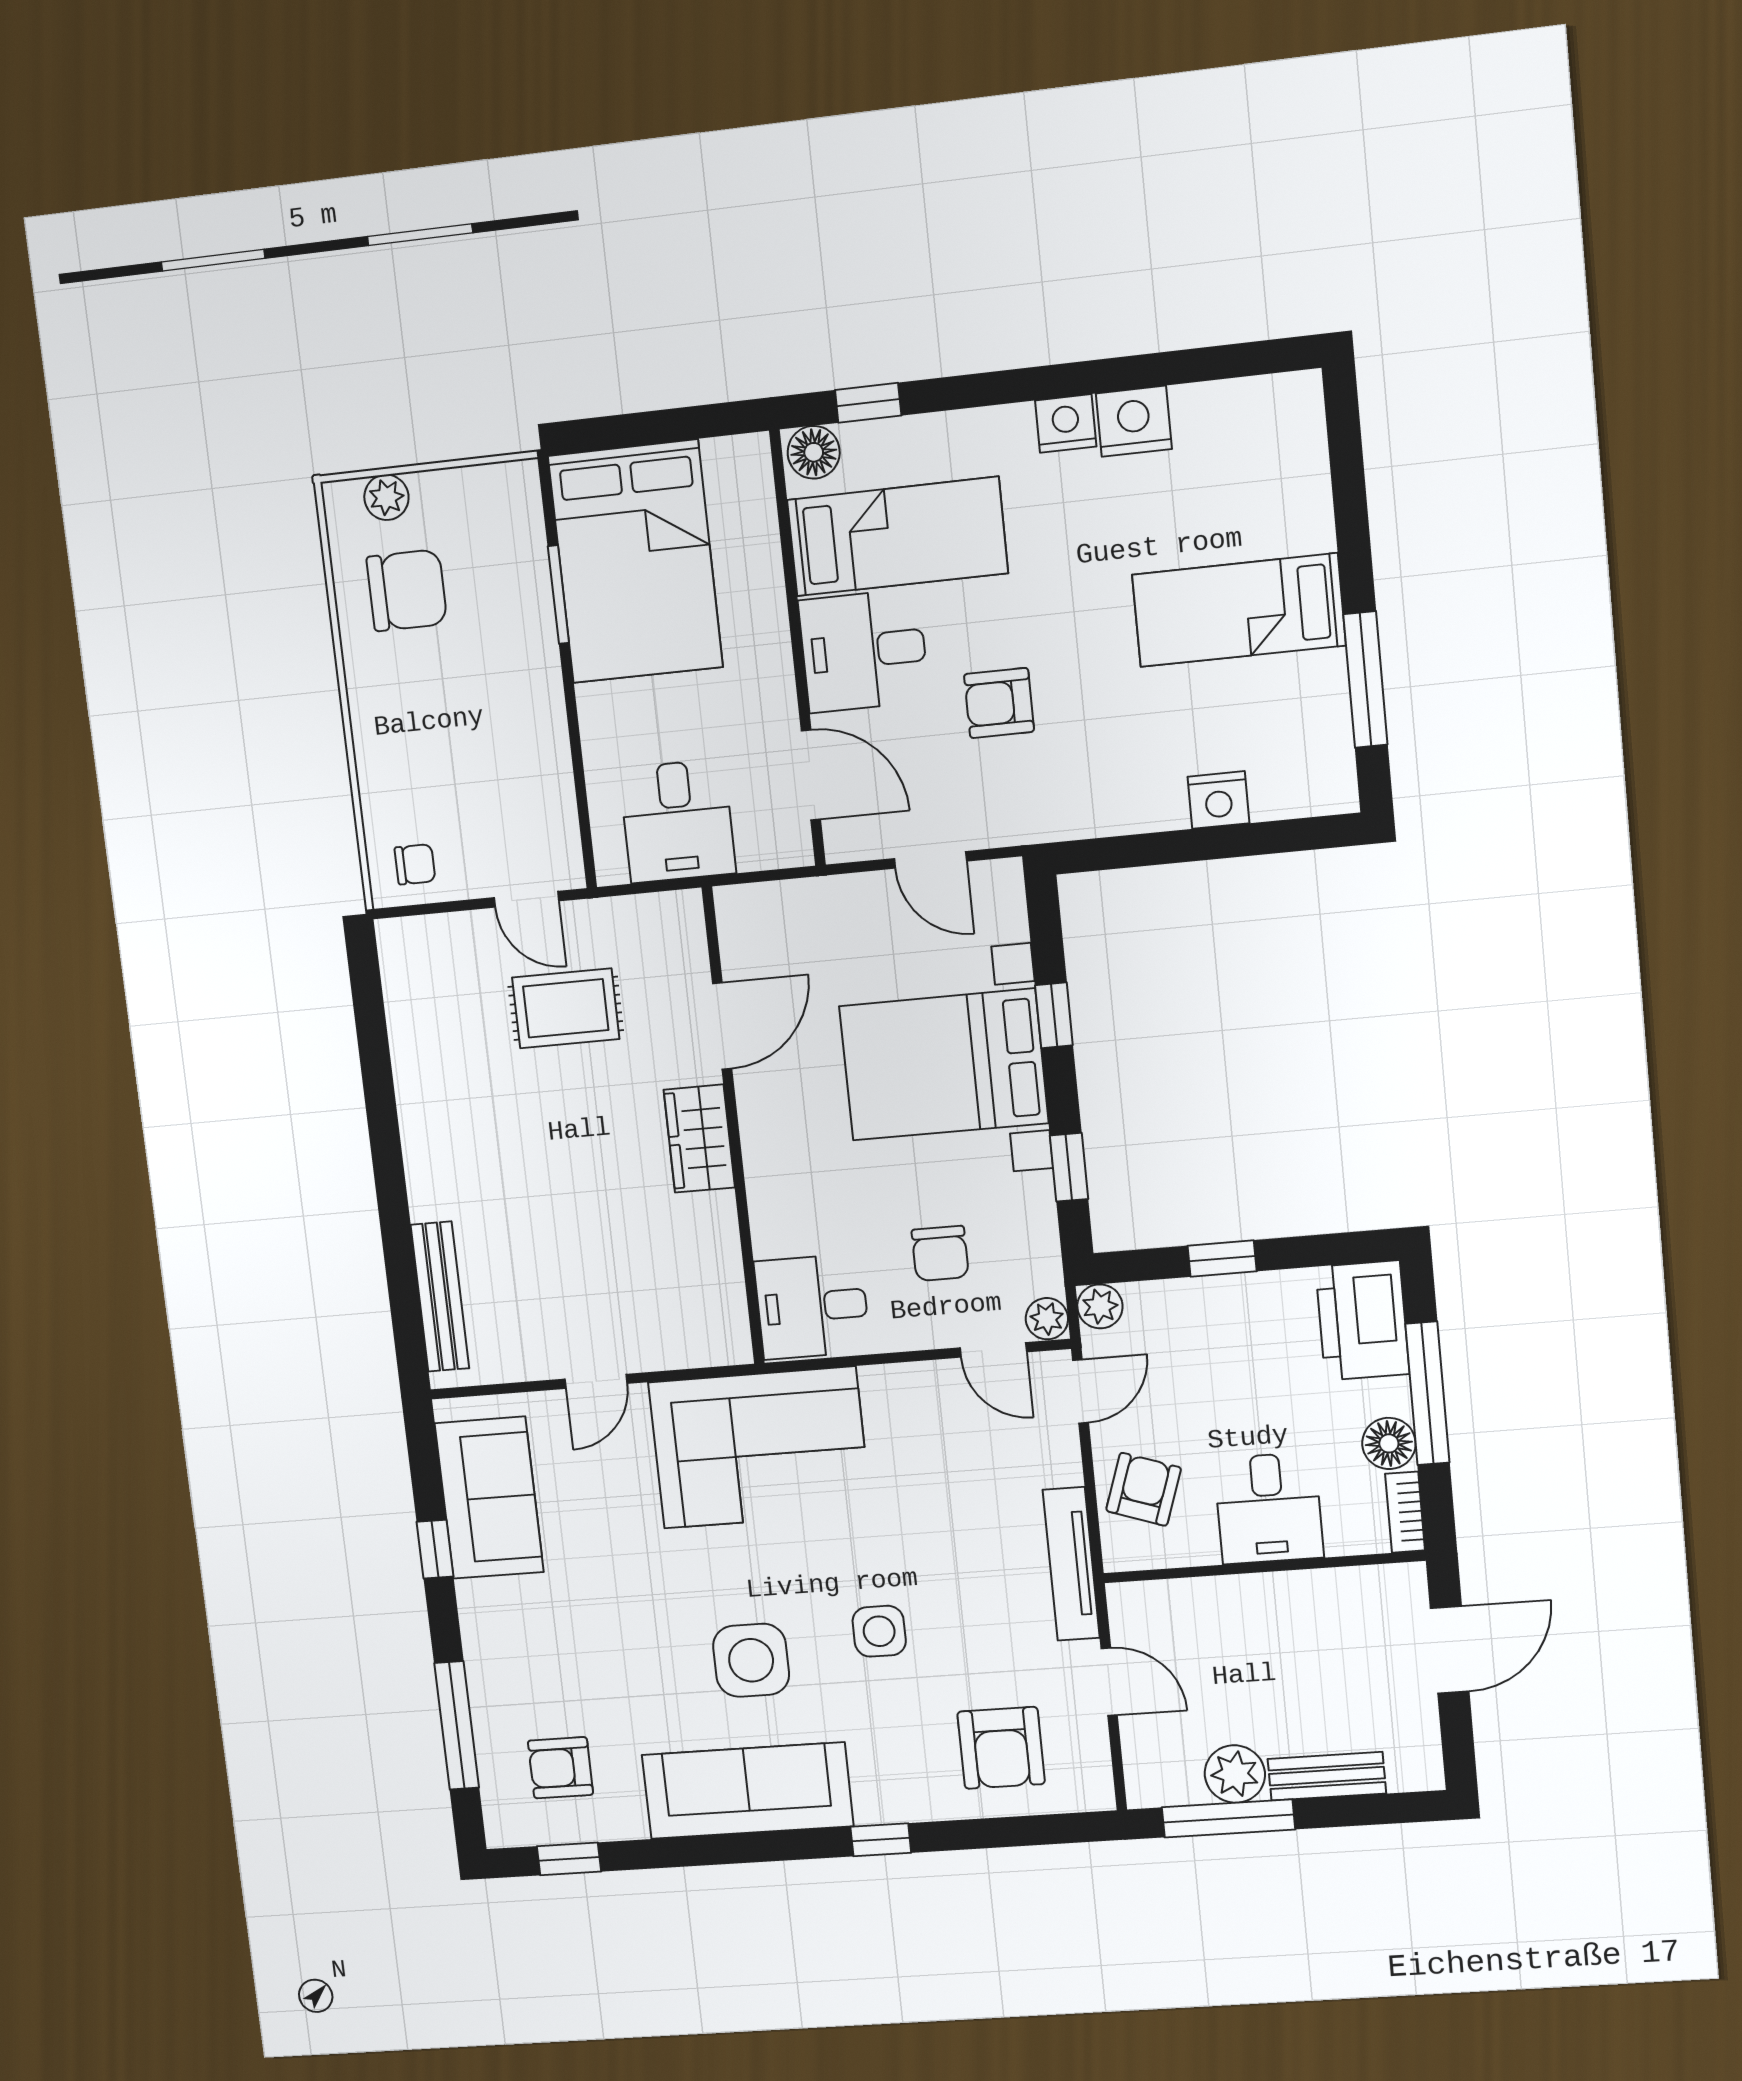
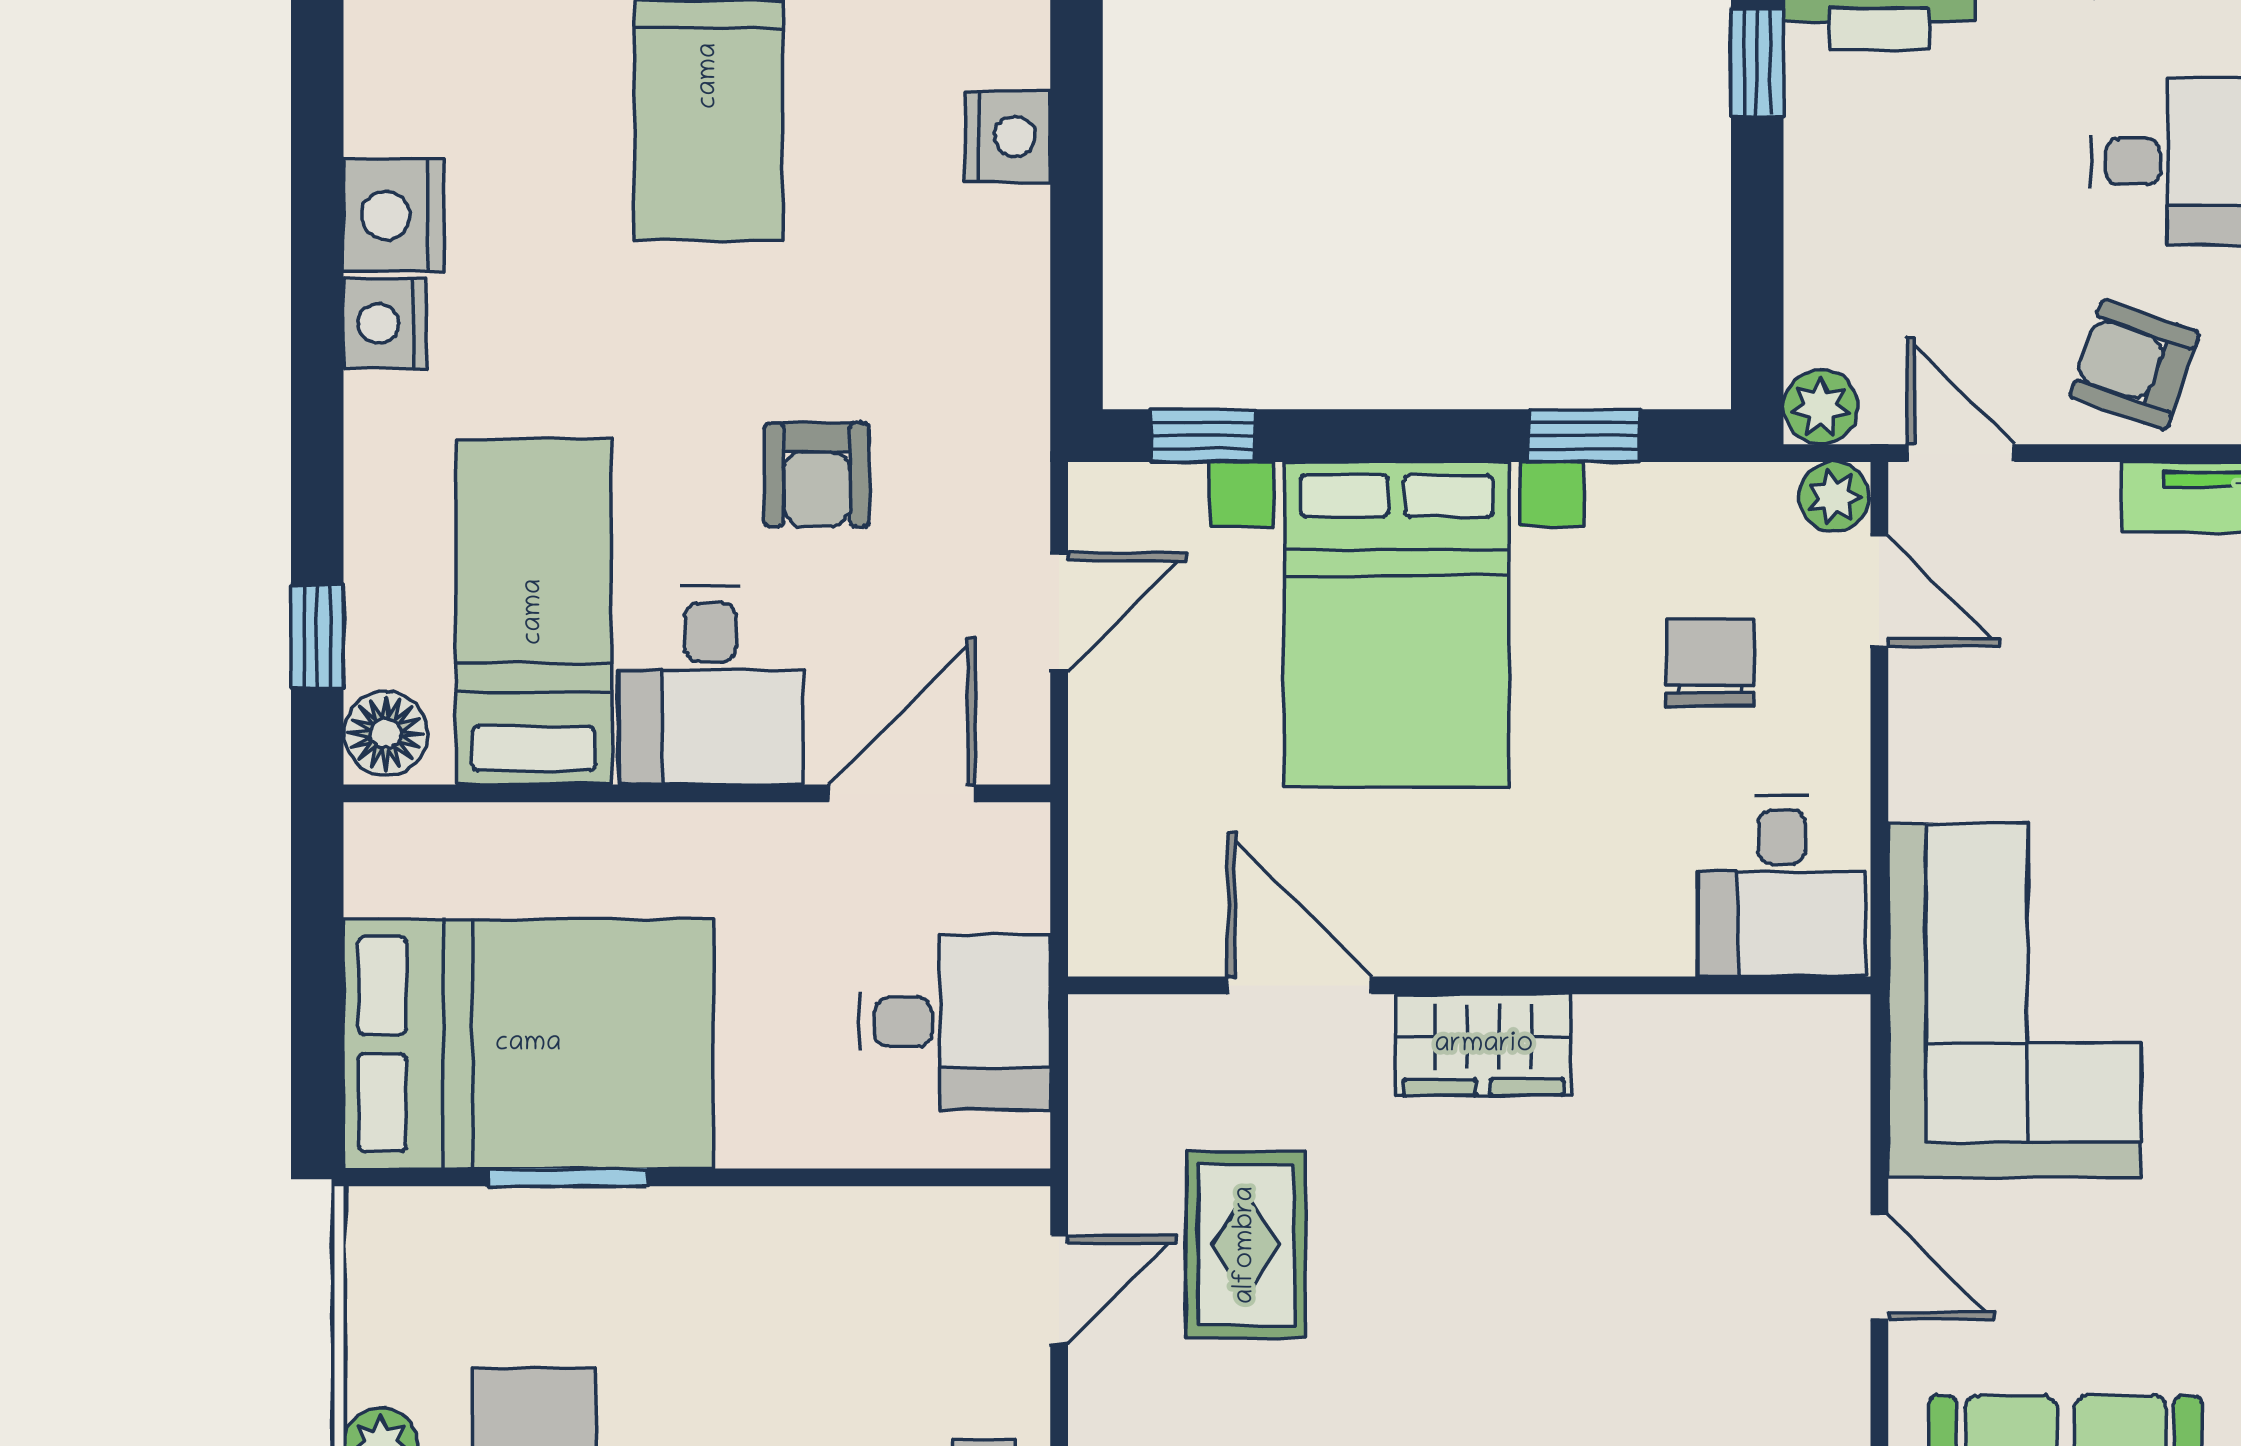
window: (1054, 1015) -> (1203, 436), moved
chair: (940, 1253) -> (1710, 663), turned -90
window: (1222, 1258) -> (1757, 62), moved
door: (993, 1350) -> (1879, 591), hinge flipped

